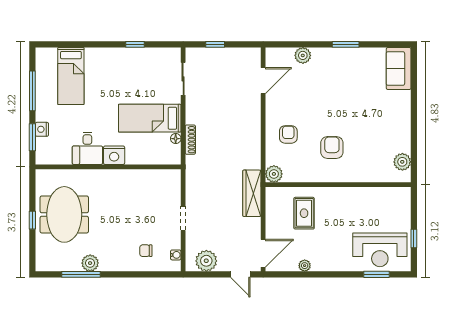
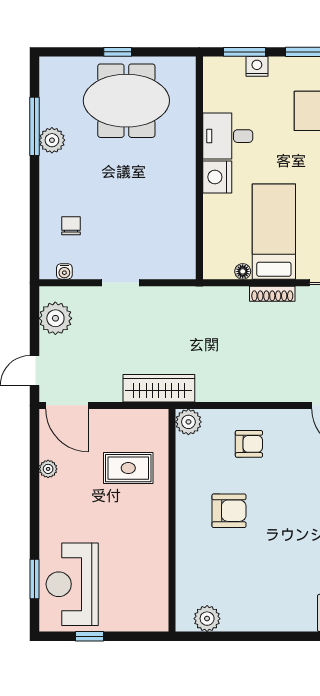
shoe rack: (190, 140) -> (272, 294), moved

